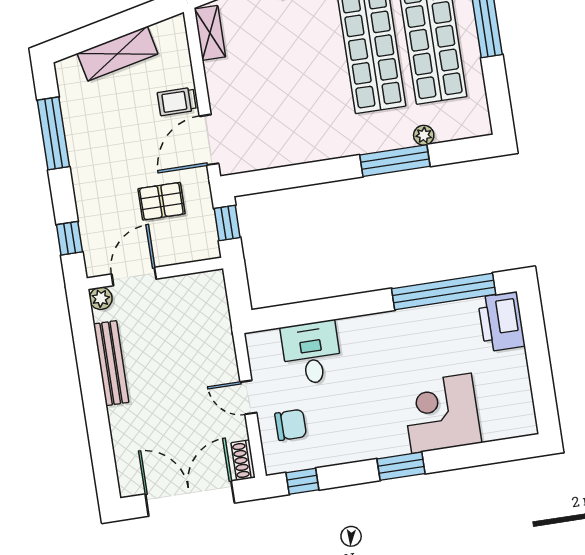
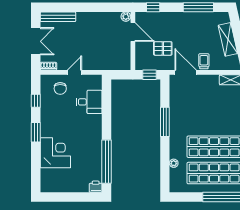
window: (395, 161) -> (165, 122), moved
pallet: (161, 201) -> (163, 48), turned 90
printer: (501, 322) -> (96, 187), width x0.53, depth x0.68
bench: (111, 363) -> (58, 17), moved
window: (302, 481) -> (36, 101), moved
double door: (190, 498) -> (36, 41), width x0.73

